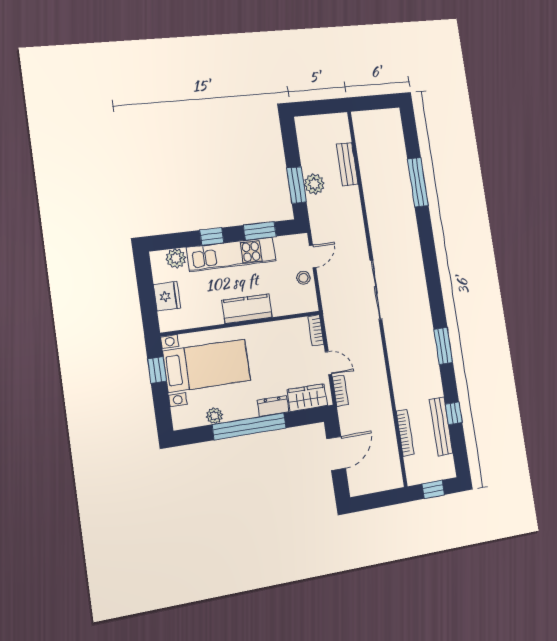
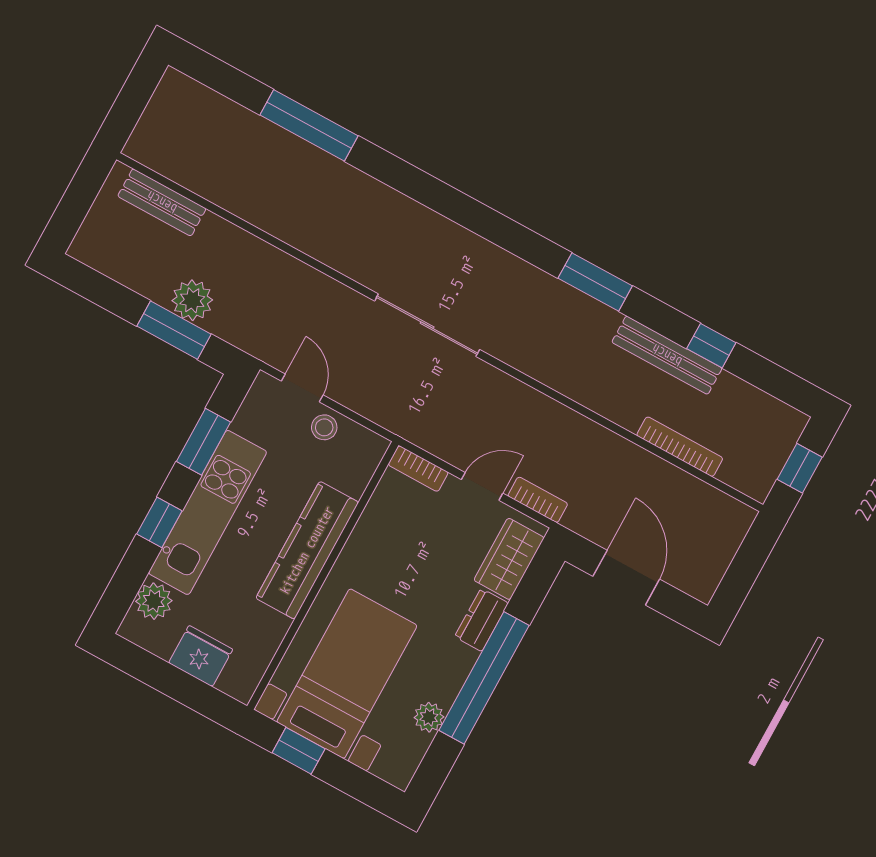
bench: (347, 164) -> (162, 202), moved
kitchen counter: (247, 309) -> (307, 550), width x1.50
bench: (441, 426) -> (667, 355), moved

